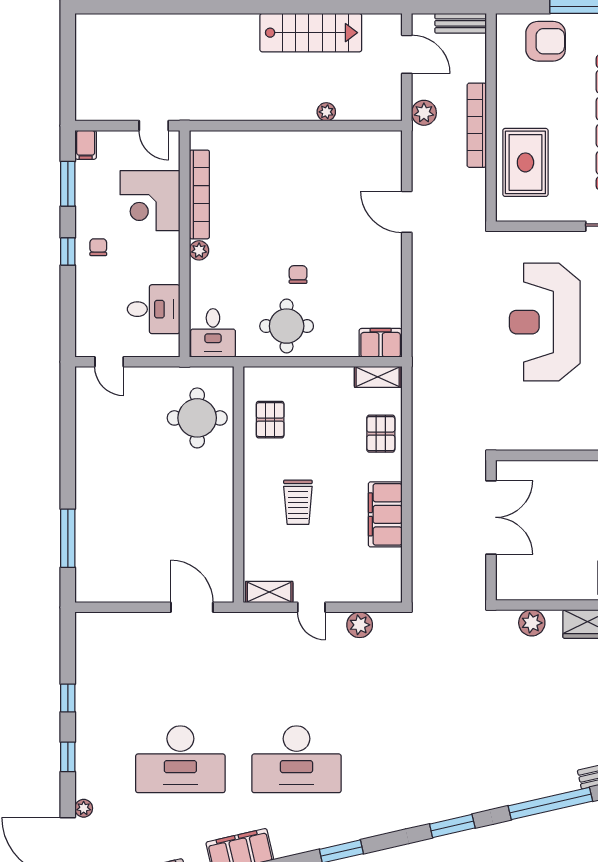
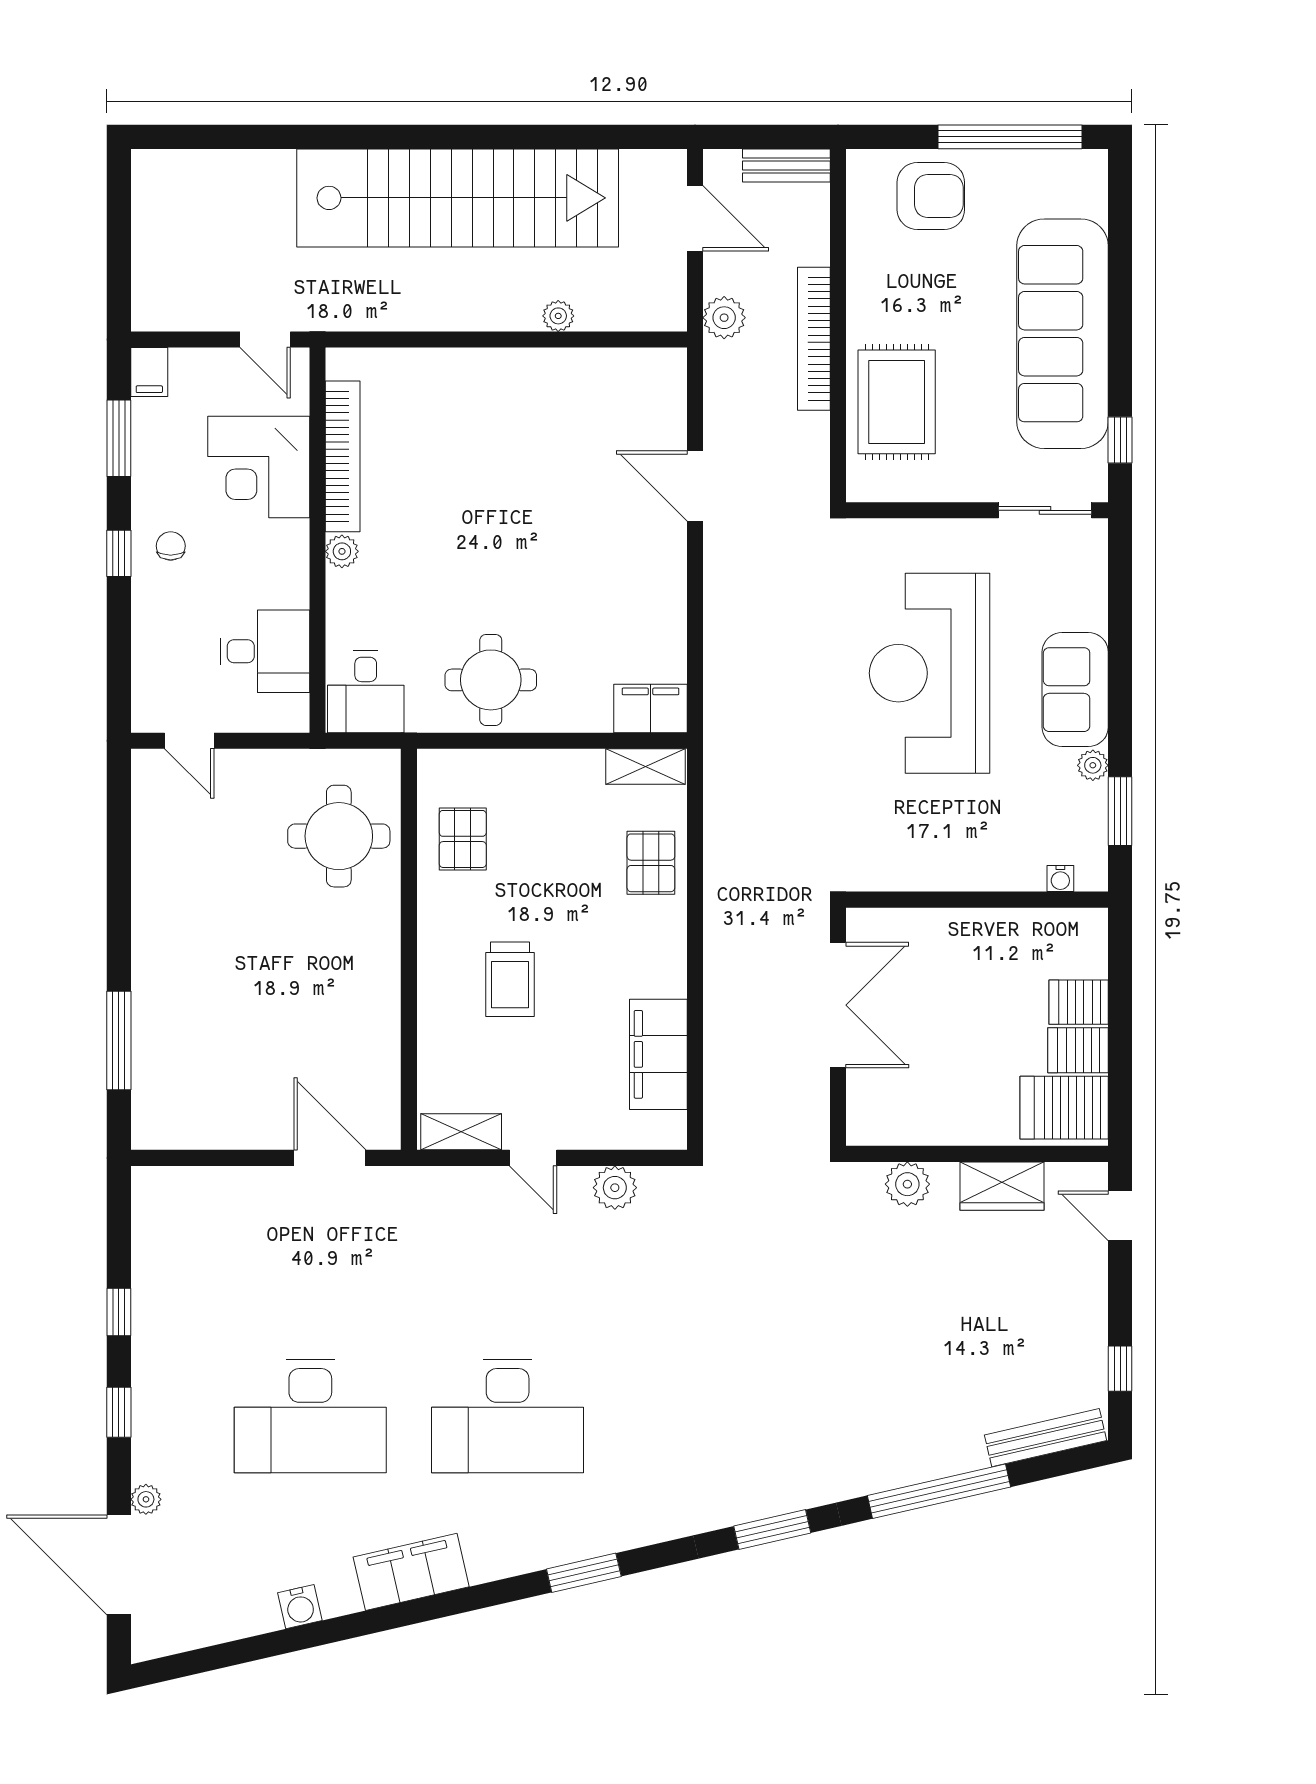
stairs: (311, 33) -> (458, 198), width x1.86, depth x1.51
chair: (298, 275) -> (510, 593), removed
filing cabinet: (385, 514) -> (658, 1054), moved

